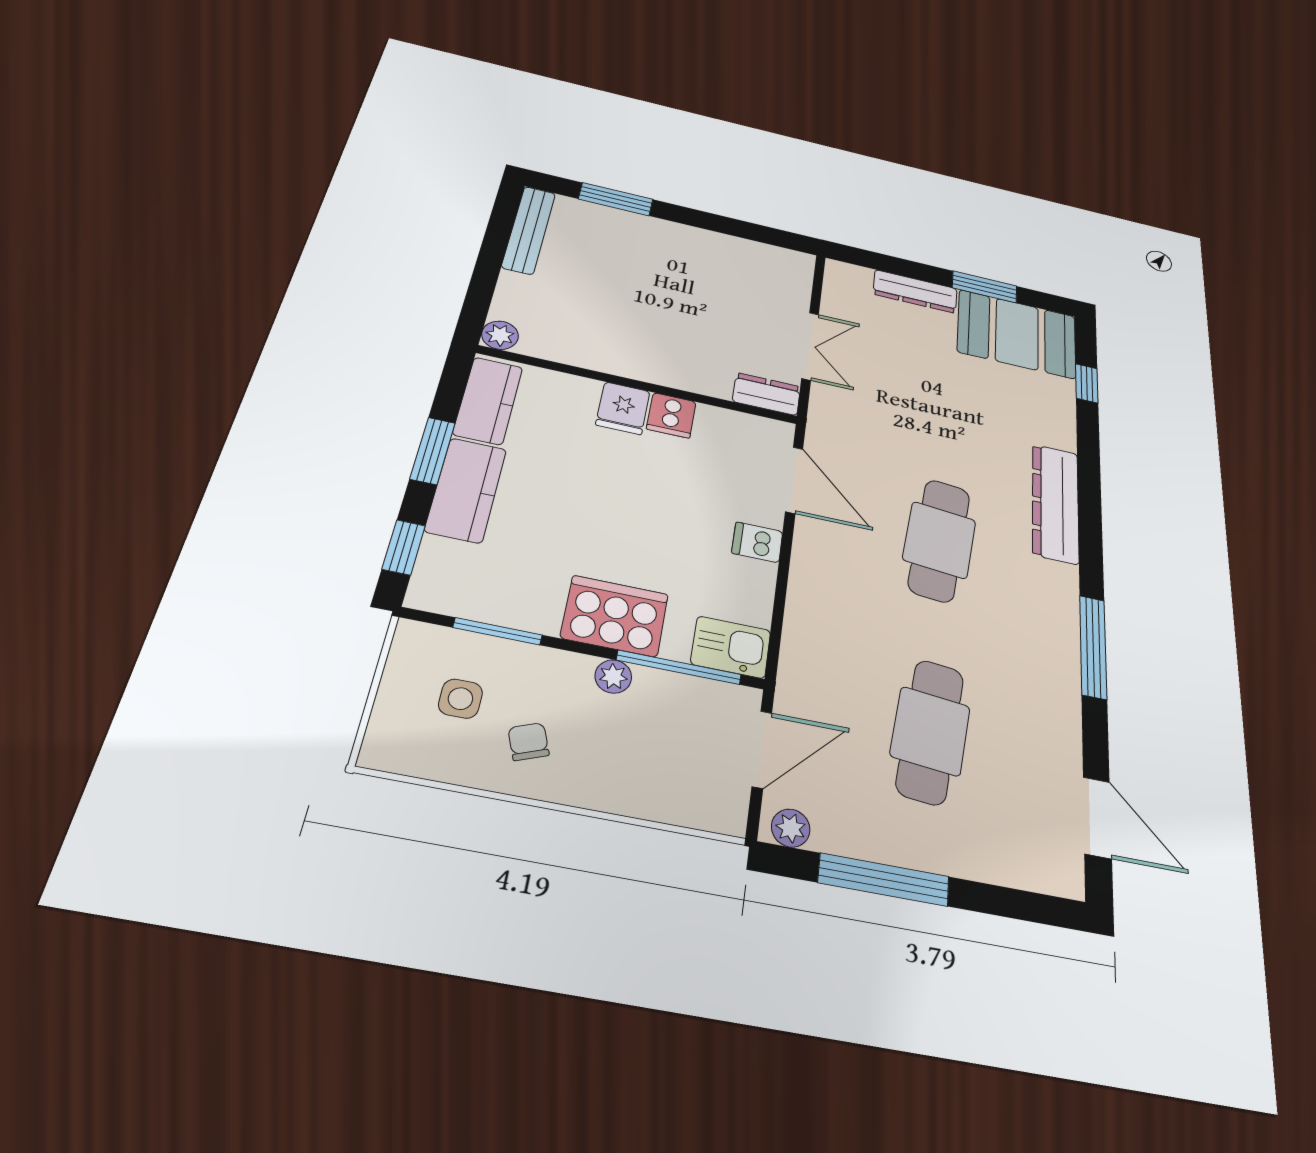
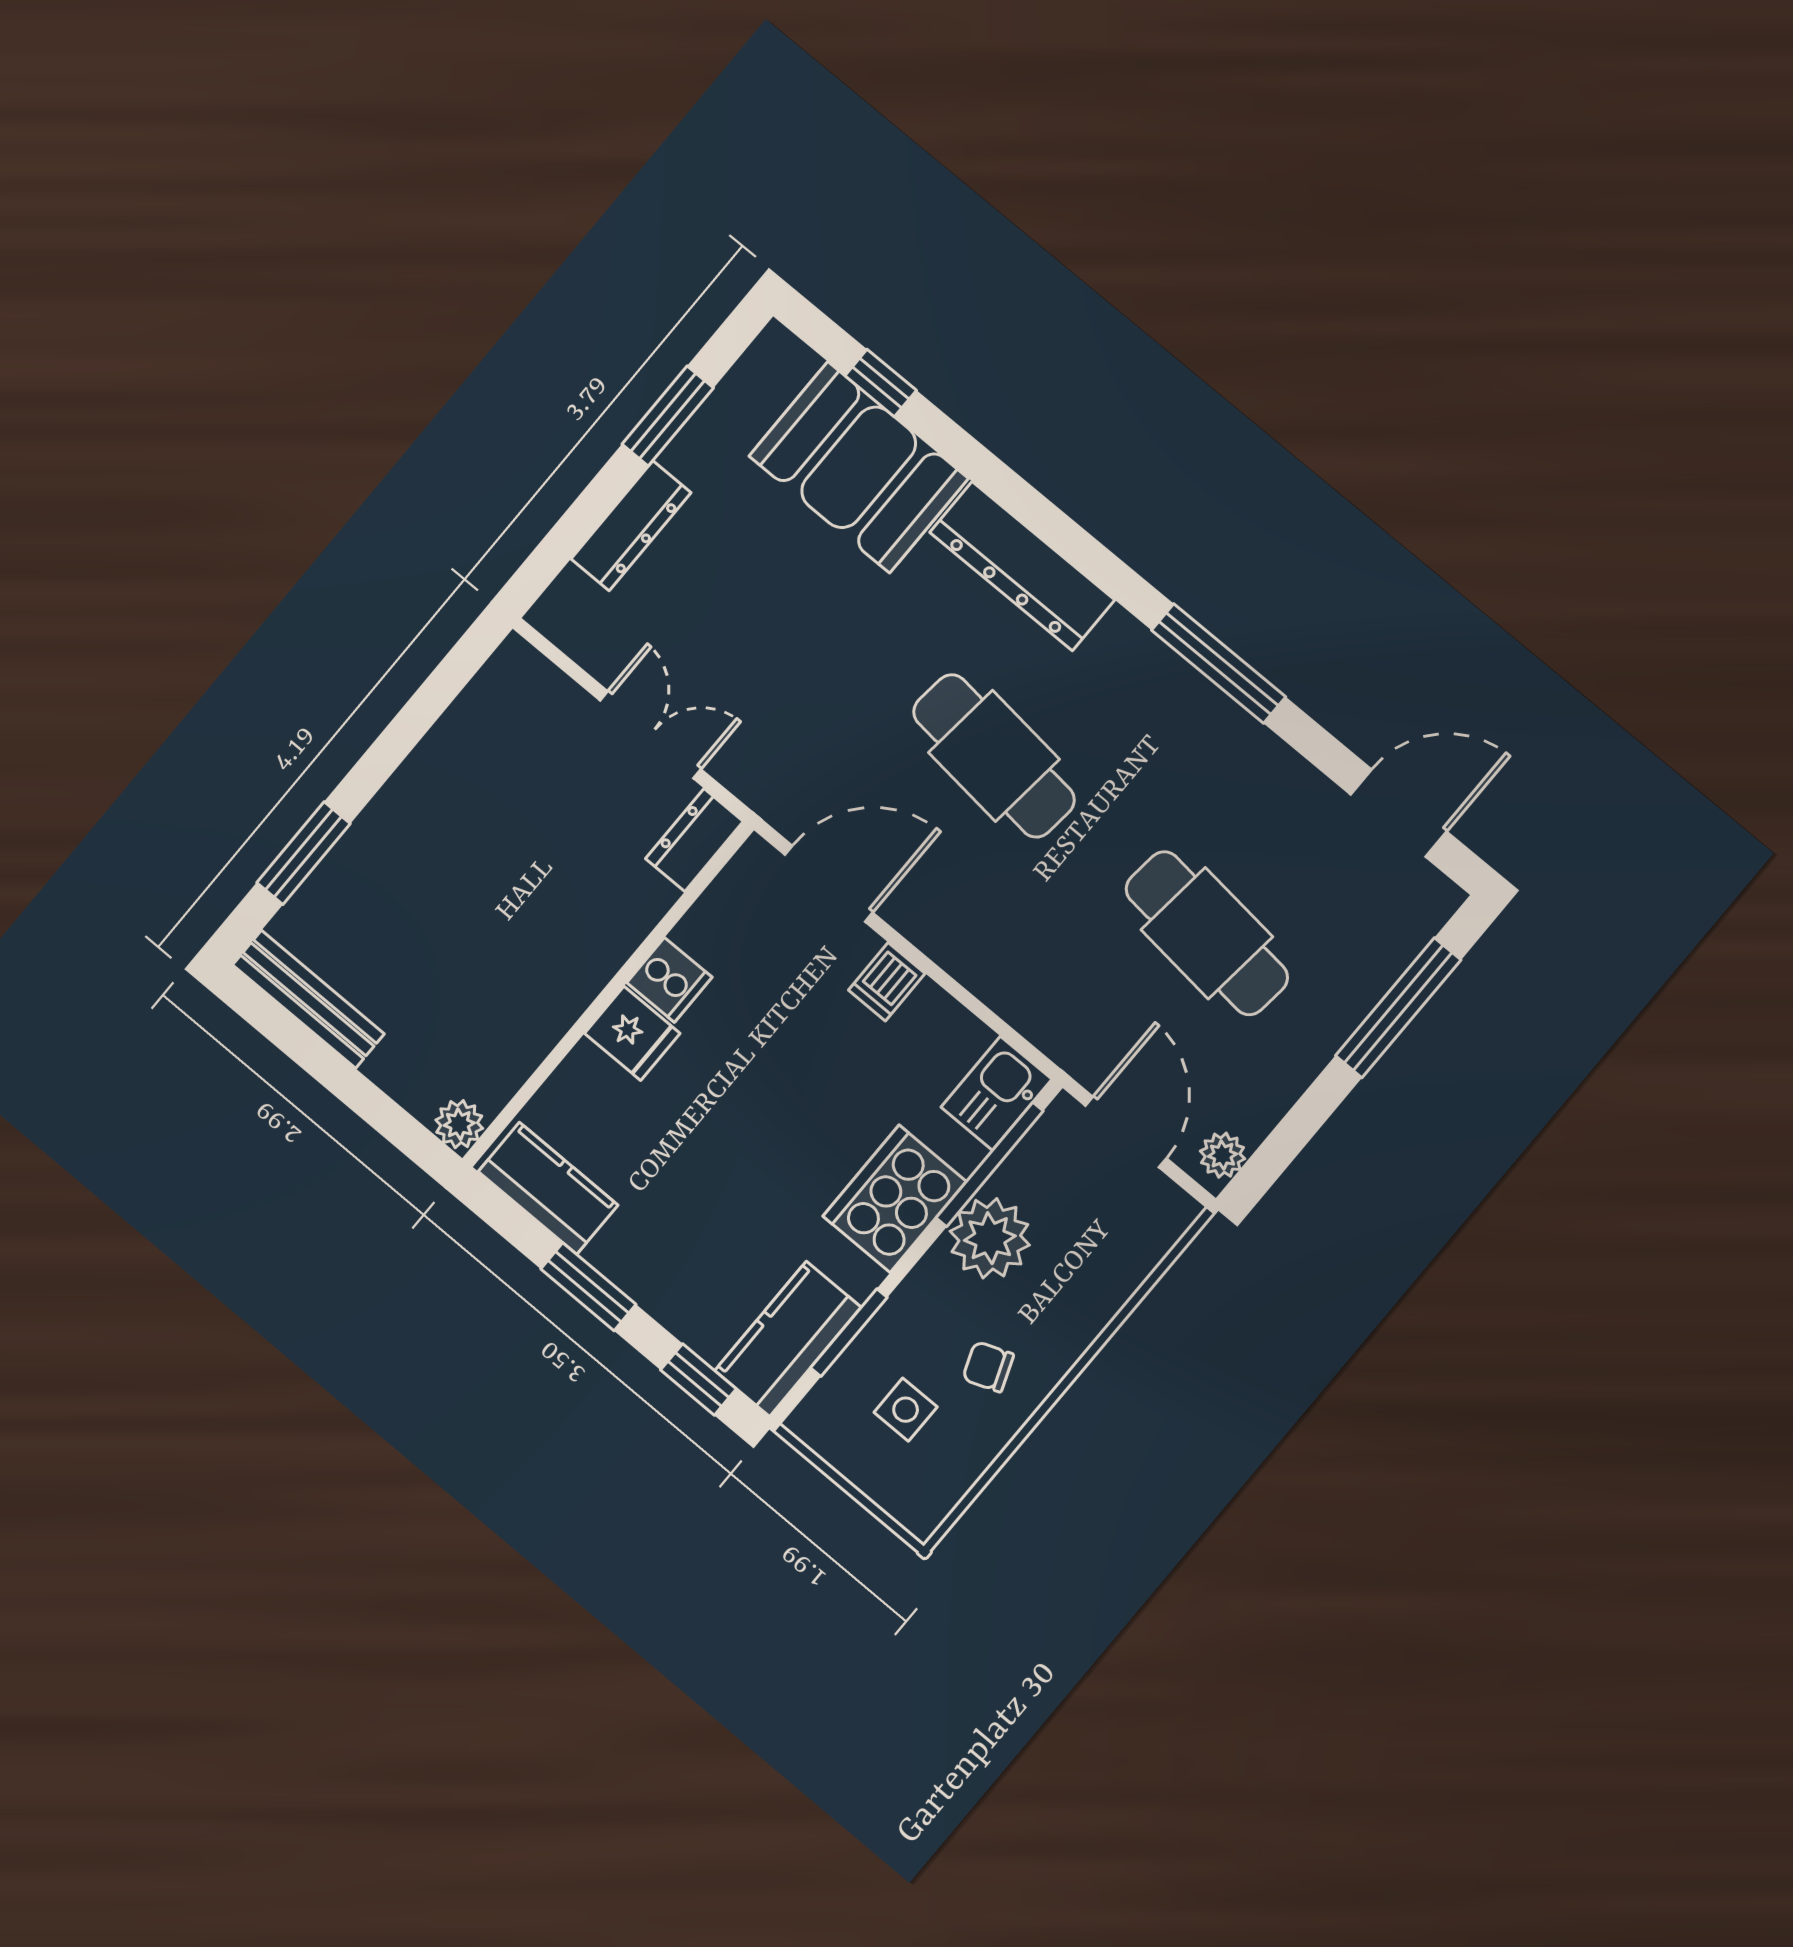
booth: (1017, 334) -> (859, 467), moved, turned 90
kitchen counter: (466, 490) -> (788, 1339), moved, turned -90
plant: (613, 677) -> (990, 1238), width x1.87, depth x1.87
window: (884, 880) -> (1398, 1008), moved

